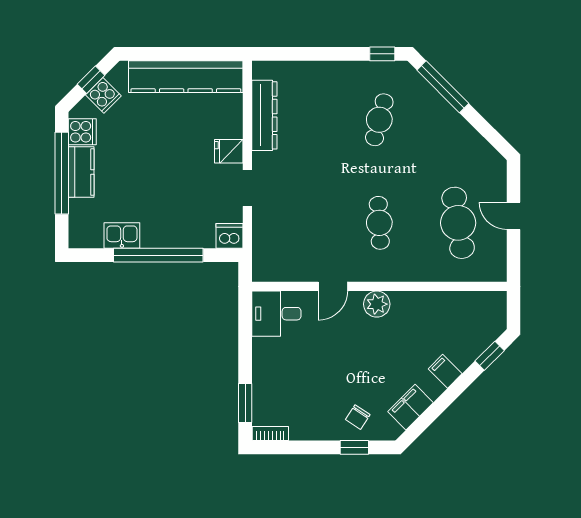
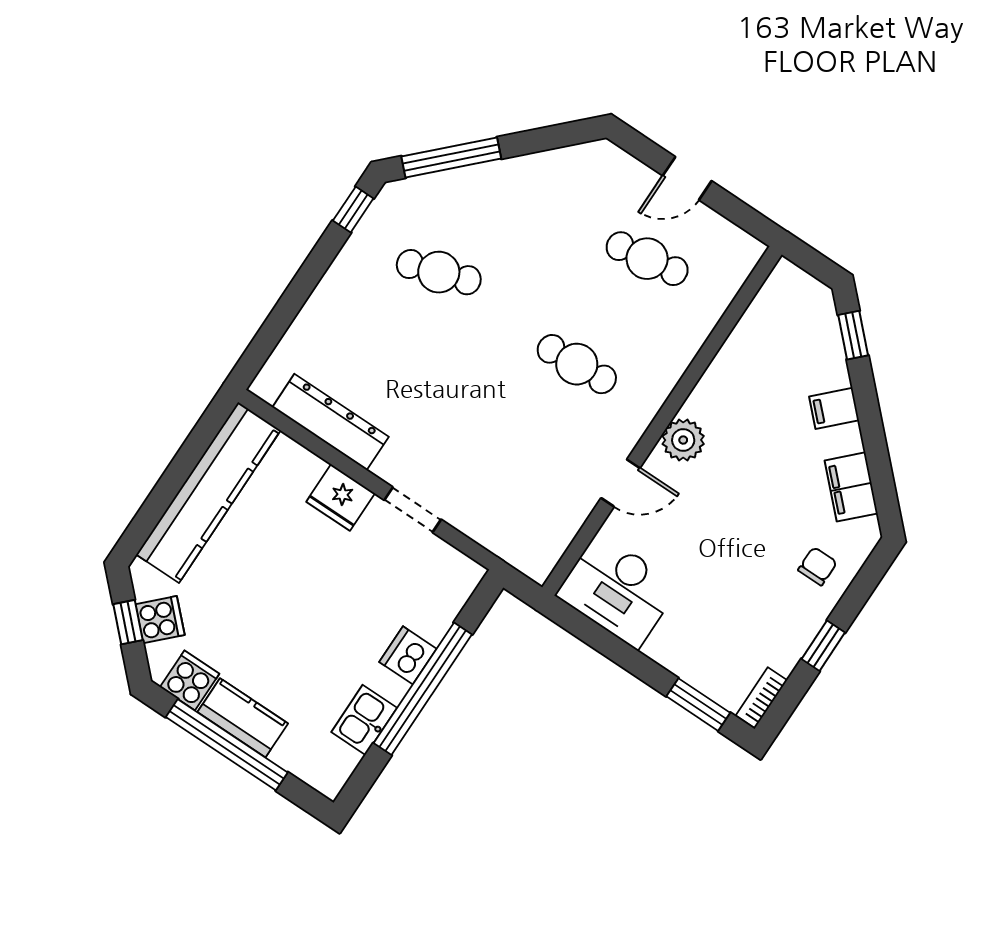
cafe table: (379, 120) -> (439, 272), turned -33
fridge: (229, 151) -> (341, 498), width x1.38
cafe table: (458, 223) -> (647, 259), width x0.73, depth x0.74
dishwasher: (230, 236) -> (408, 655), moved
door: (333, 286) -> (620, 483), hinge flipped
desk: (276, 314) -> (618, 590), width x1.37
chair: (358, 417) -> (817, 566), turned -123
window: (354, 447) -> (823, 646), moved

